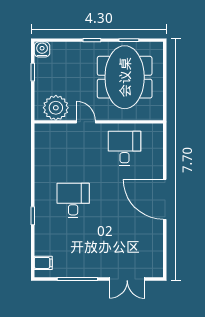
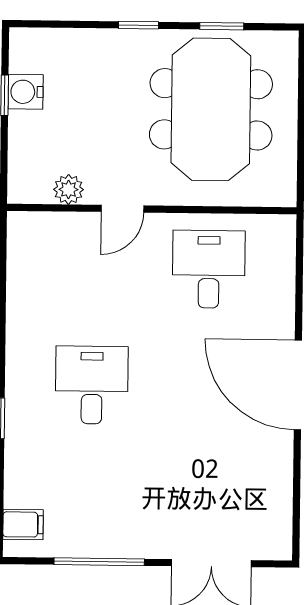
water cooler: (42, 49) -> (26, 92), moved, turned -90
plant: (56, 108) -> (69, 189), width x0.53, depth x0.53
door: (86, 122) -> (122, 209), swing flipped

